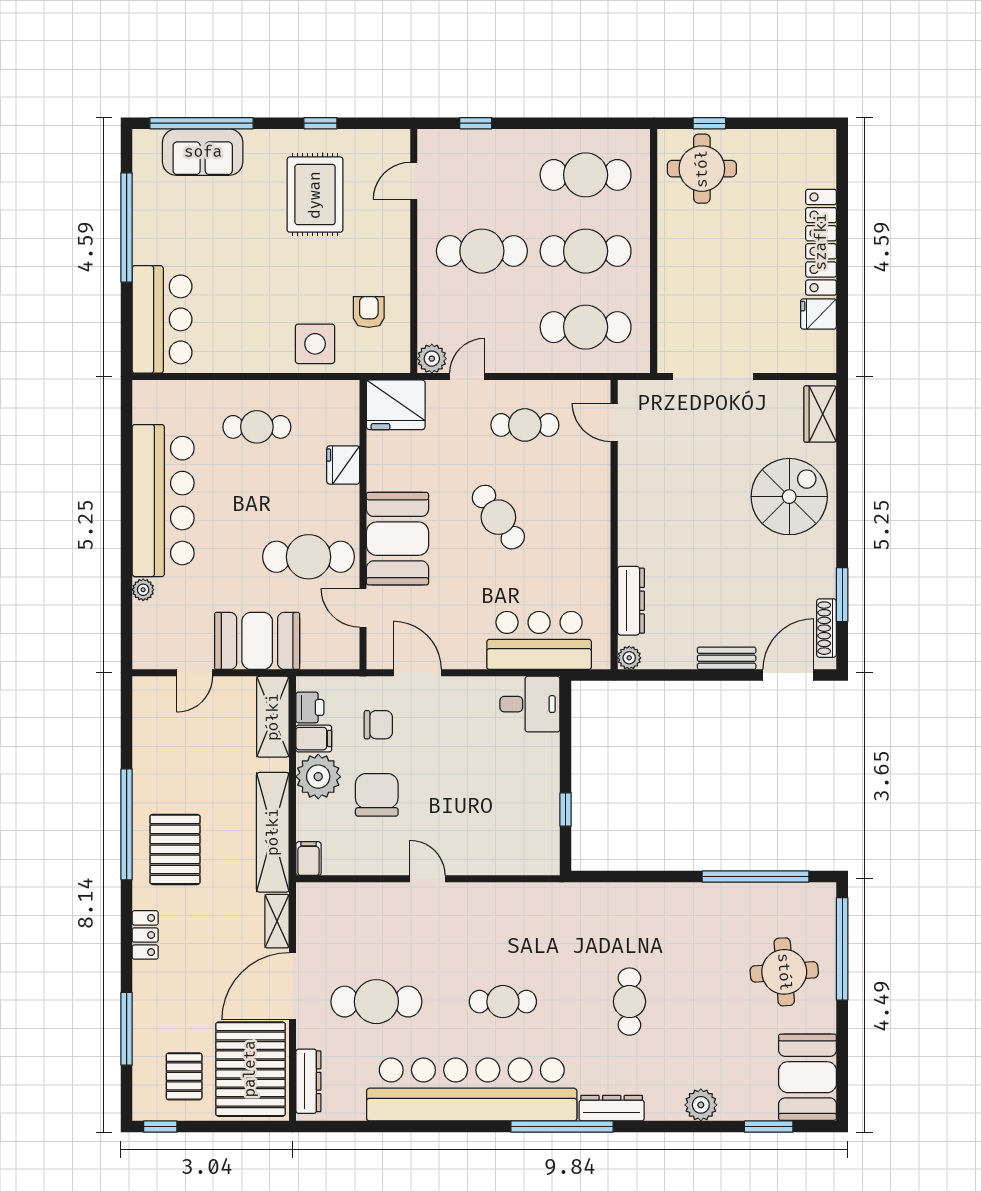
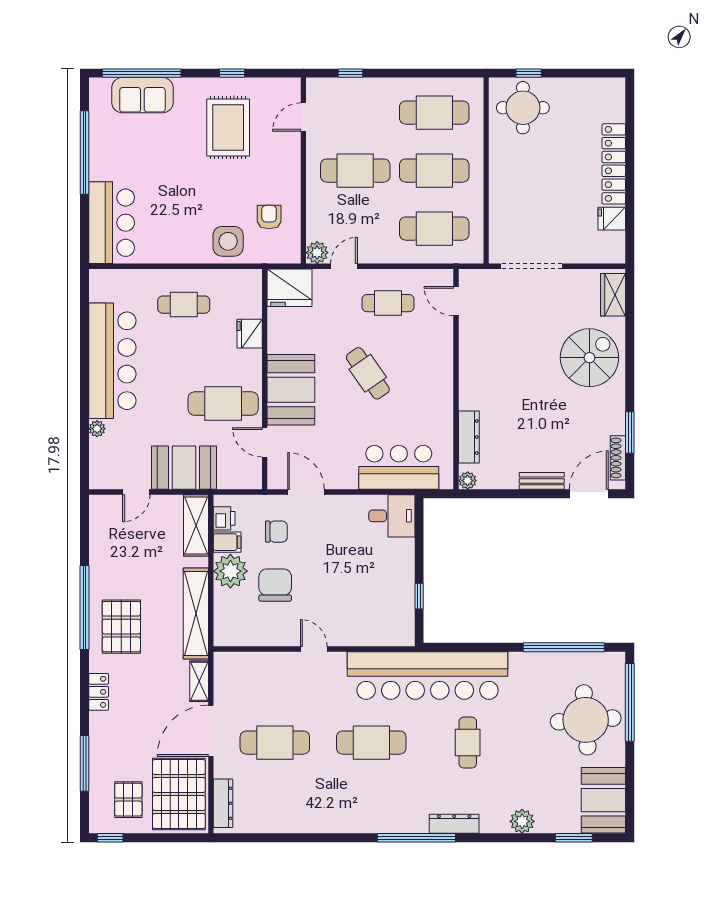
filing cabinet: (308, 859) -> (223, 634), removed
round table: (784, 972) -> (586, 720), width x1.36, depth x1.36
cafe table: (503, 1002) -> (371, 743), width x1.37, depth x1.35
bar counter: (472, 1090) -> (428, 676), moved, turned 180

